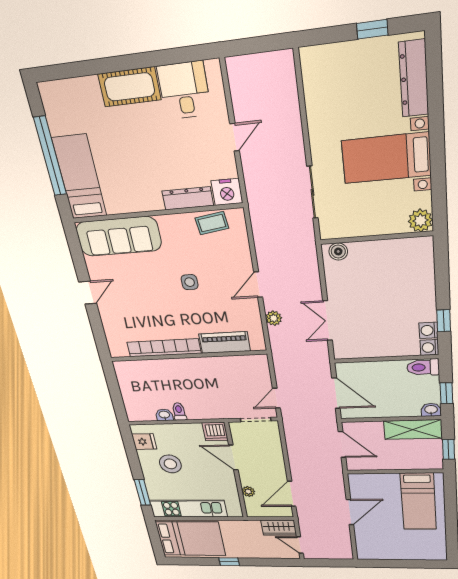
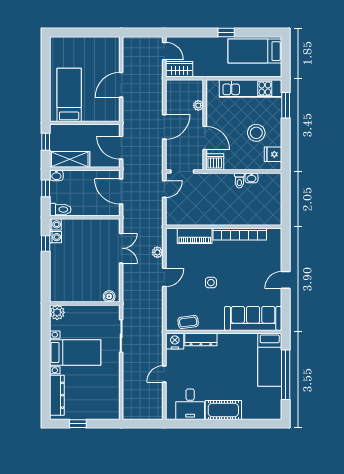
door: (292, 494) -> (164, 127), moved
bed: (190, 539) -> (255, 51), width x0.67

